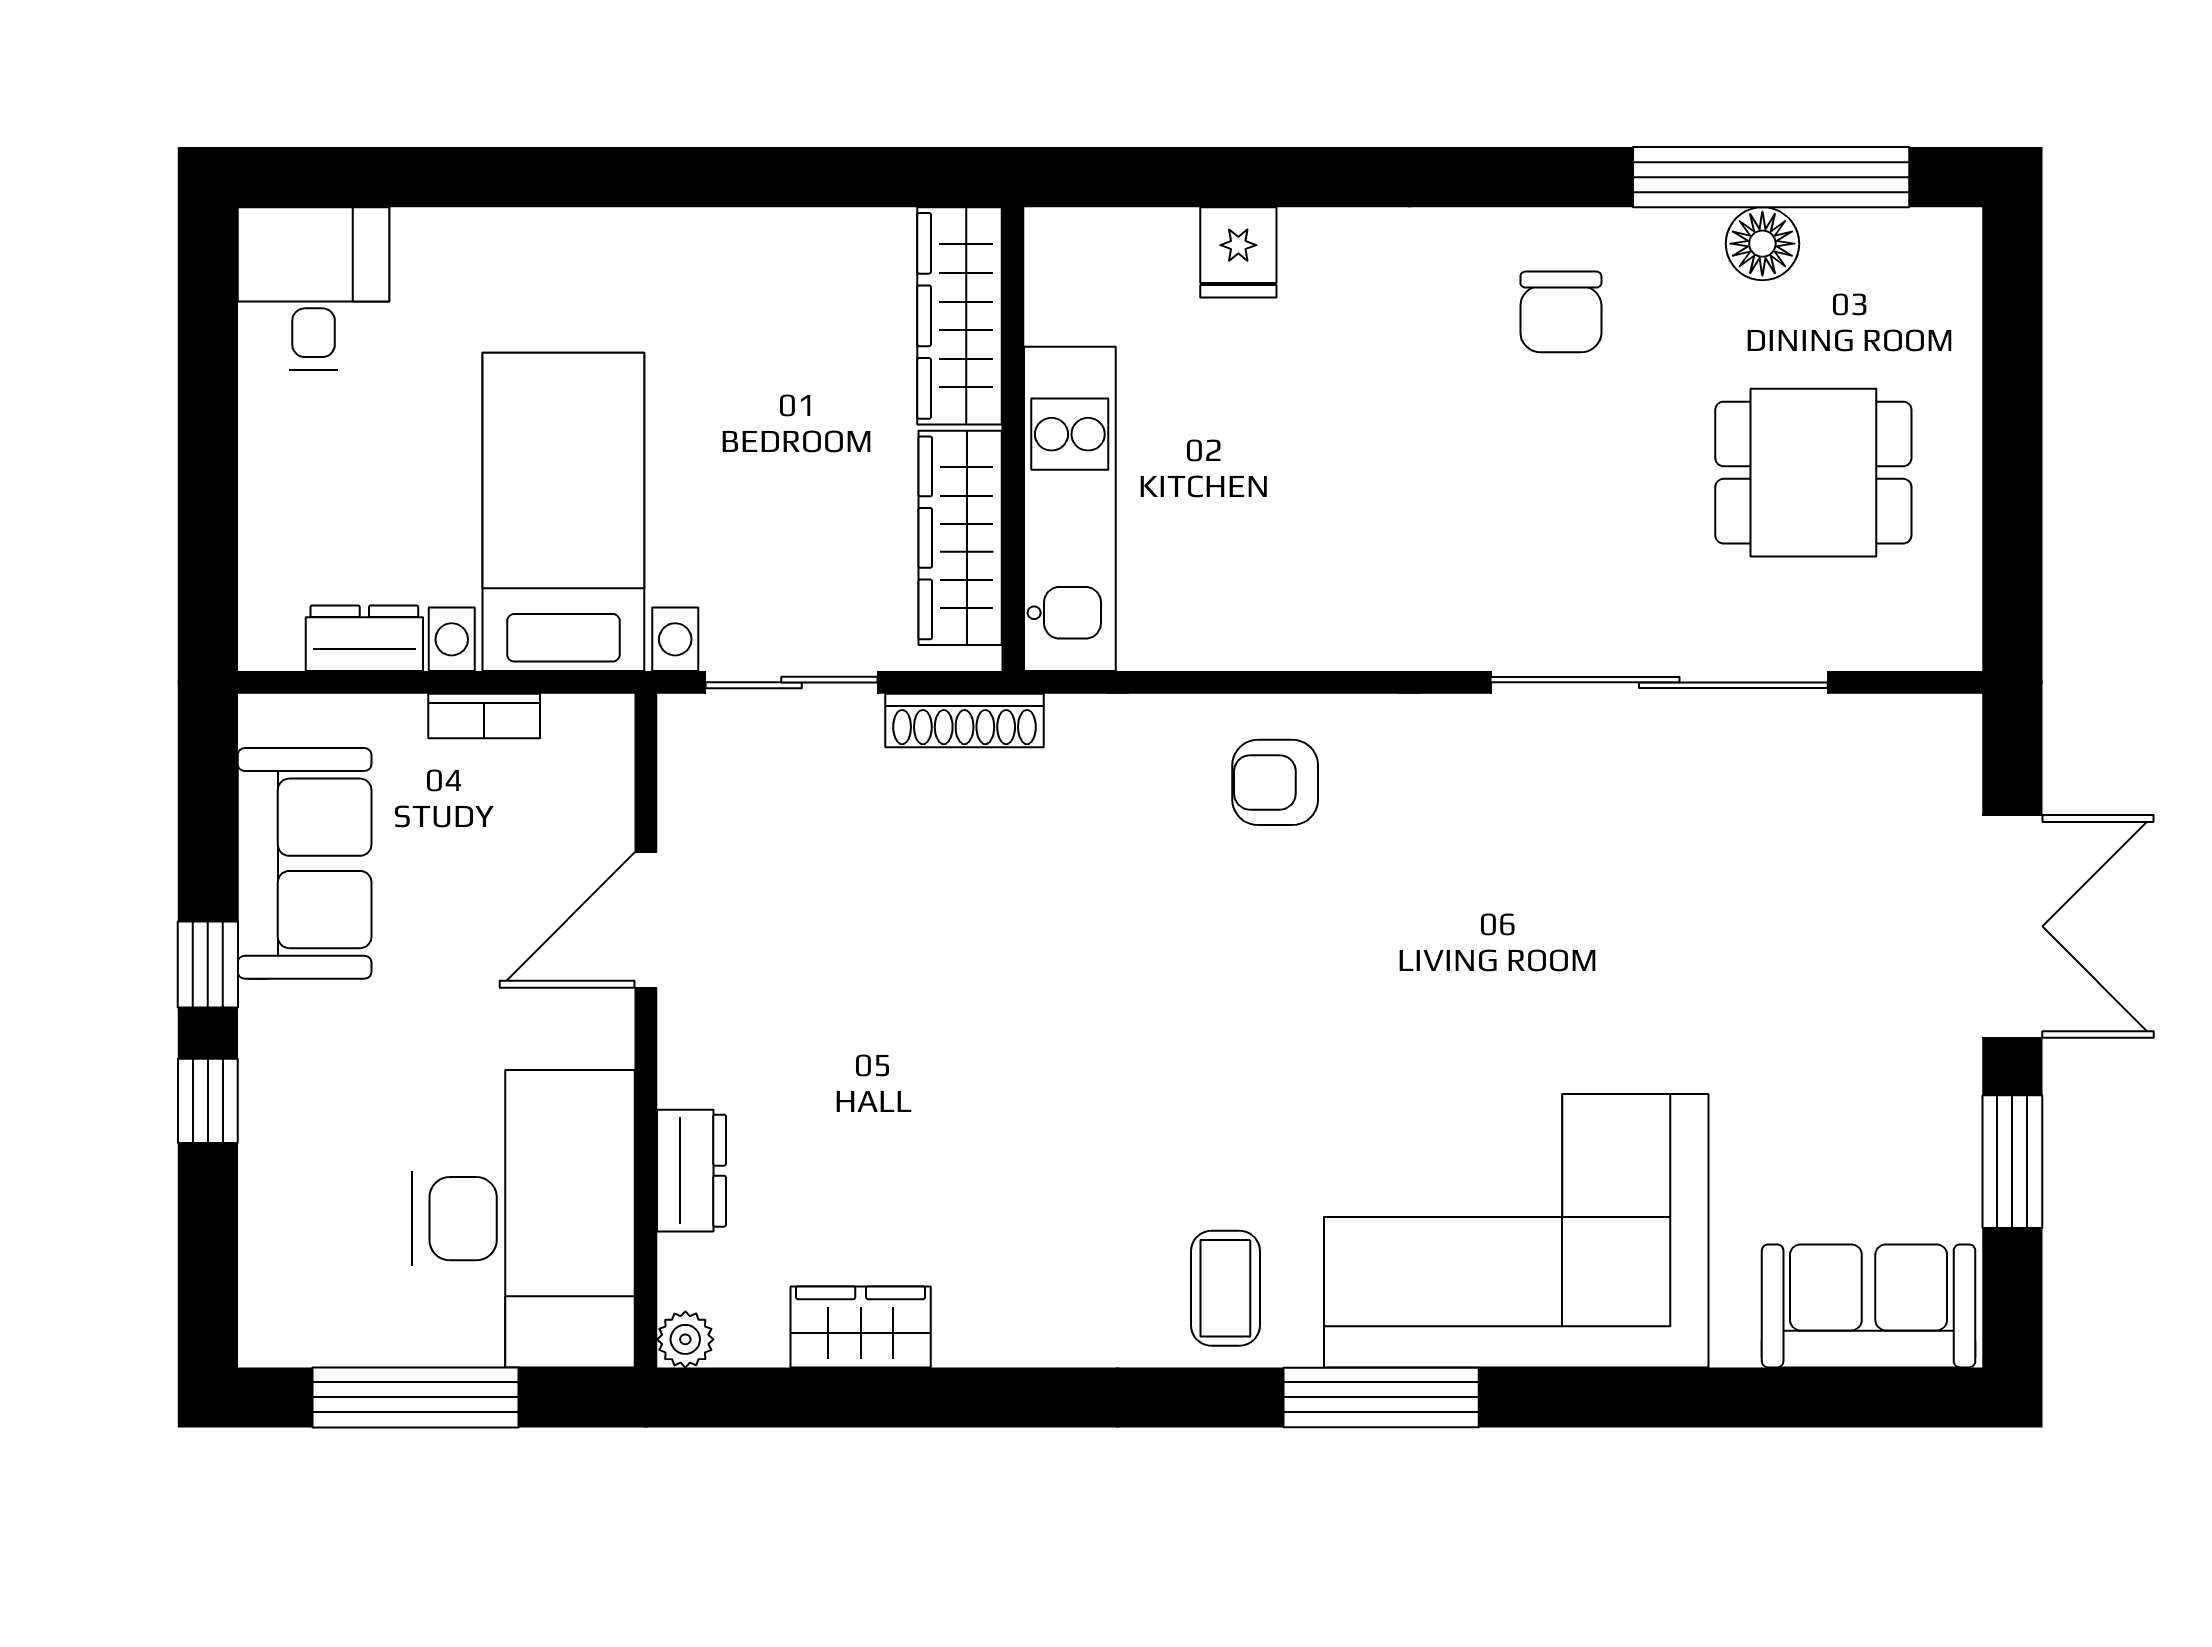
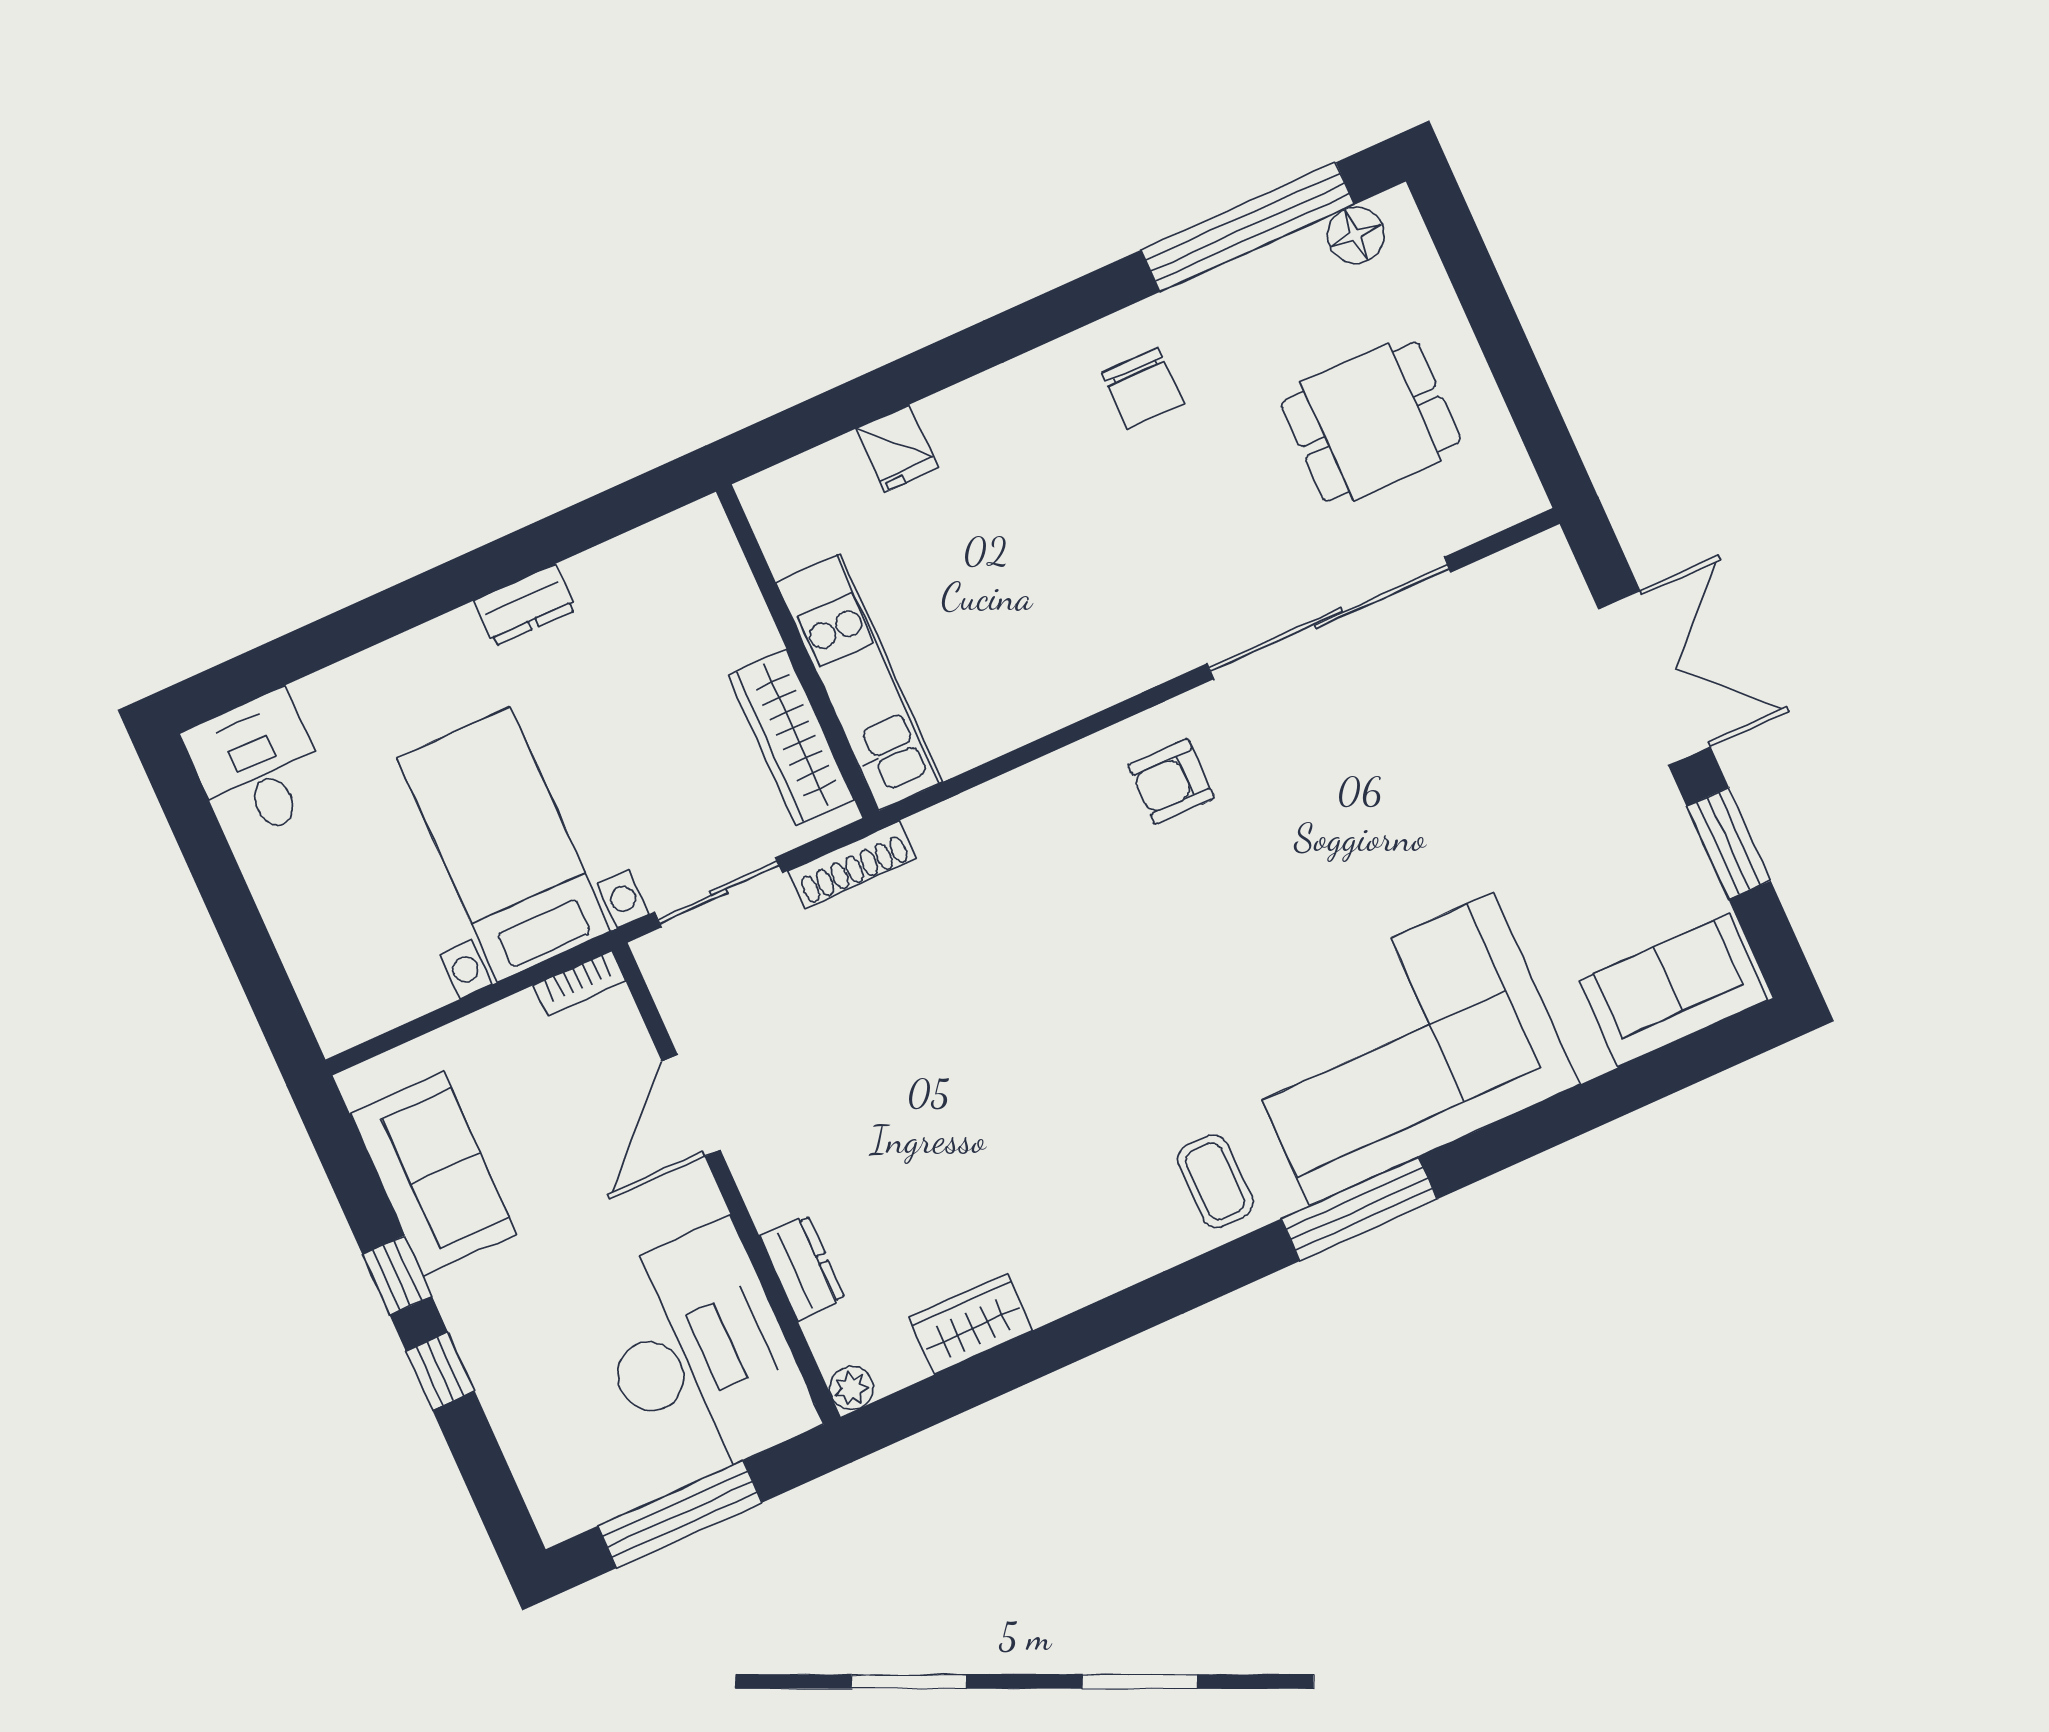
floor lamp: (1762, 244) -> (1356, 235), moved
wardrobe: (959, 316) -> (721, 581), removed
dresser: (364, 638) -> (525, 605), moved, turned 180
bookcase: (484, 716) -> (579, 983), moved
armchair: (1275, 782) -> (1171, 782), moved

